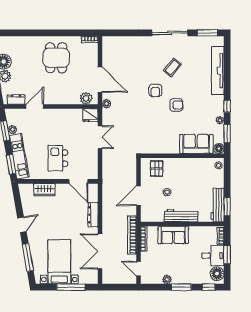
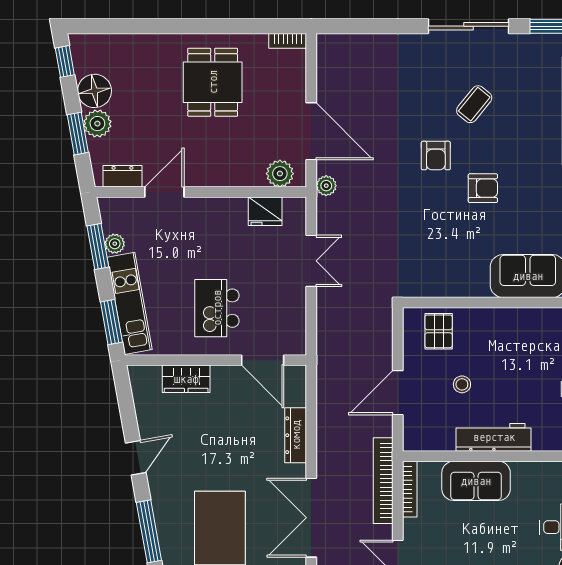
fridge: (90, 115) -> (265, 211), moved

